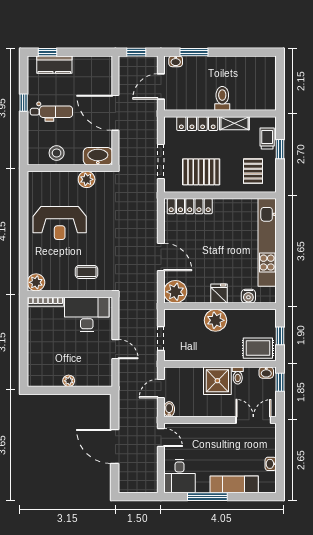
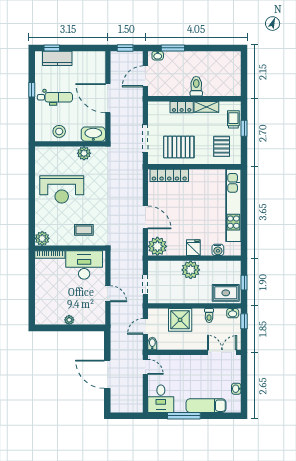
locker: (197, 124) -> (182, 107), width x0.66
shower: (217, 381) -> (180, 320), moved

